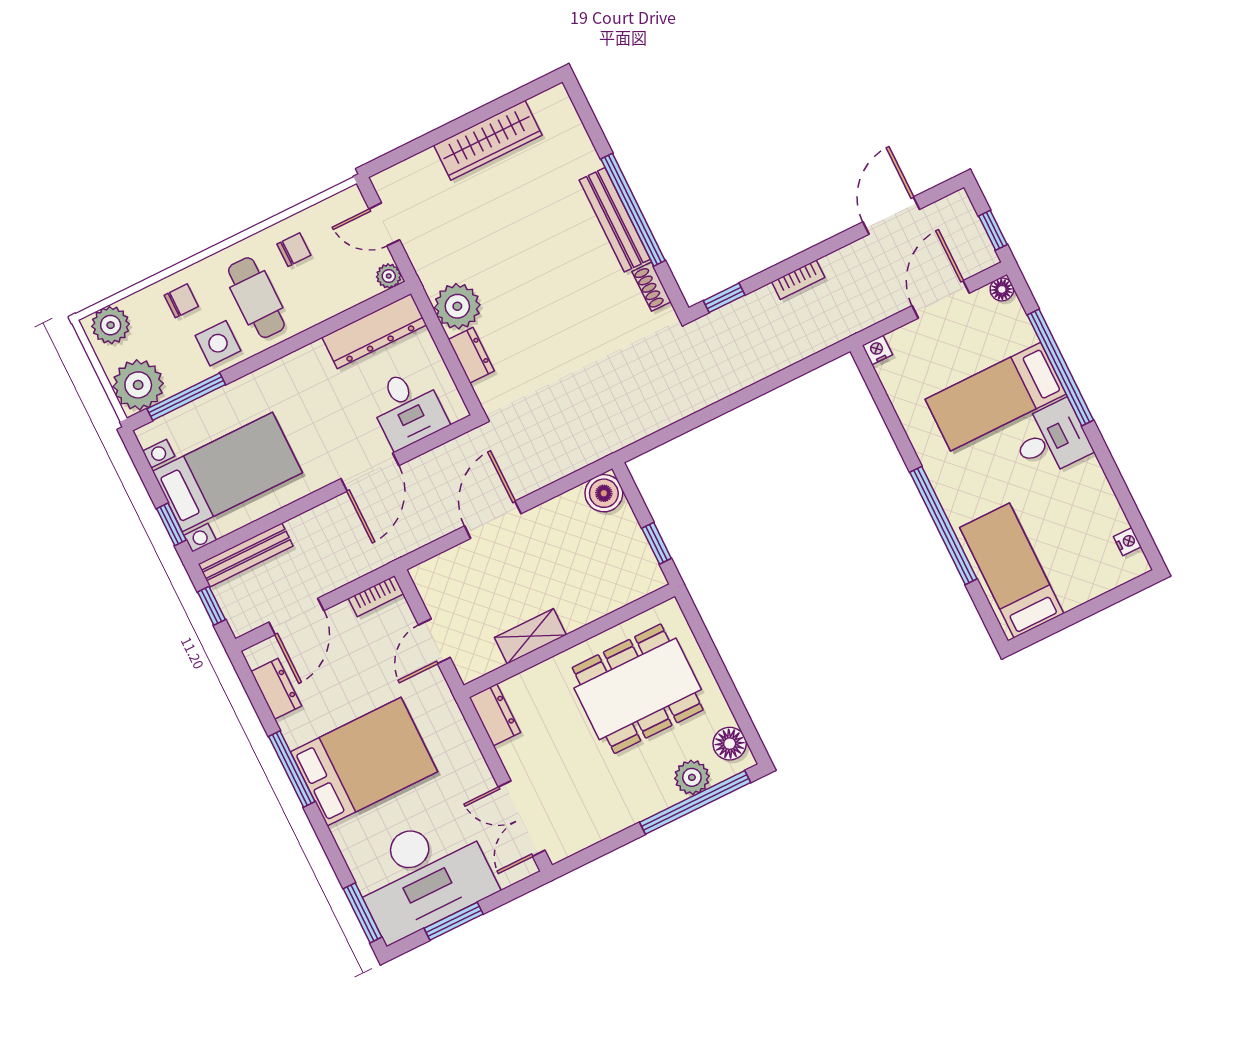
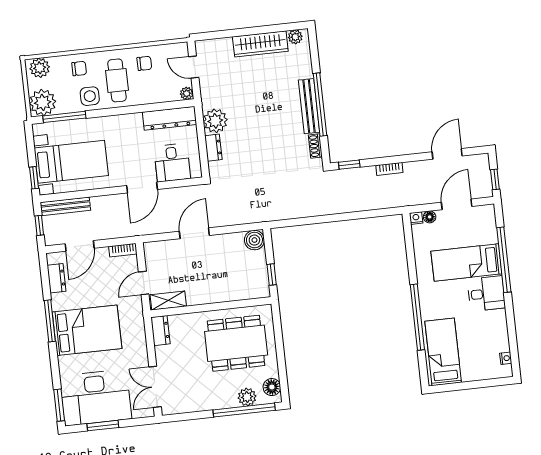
plant: (545, 105) -> (295, 37), added
floor lamp: (1002, 289) -> (430, 217), moved
shelving: (530, 636) -> (168, 300), moved

